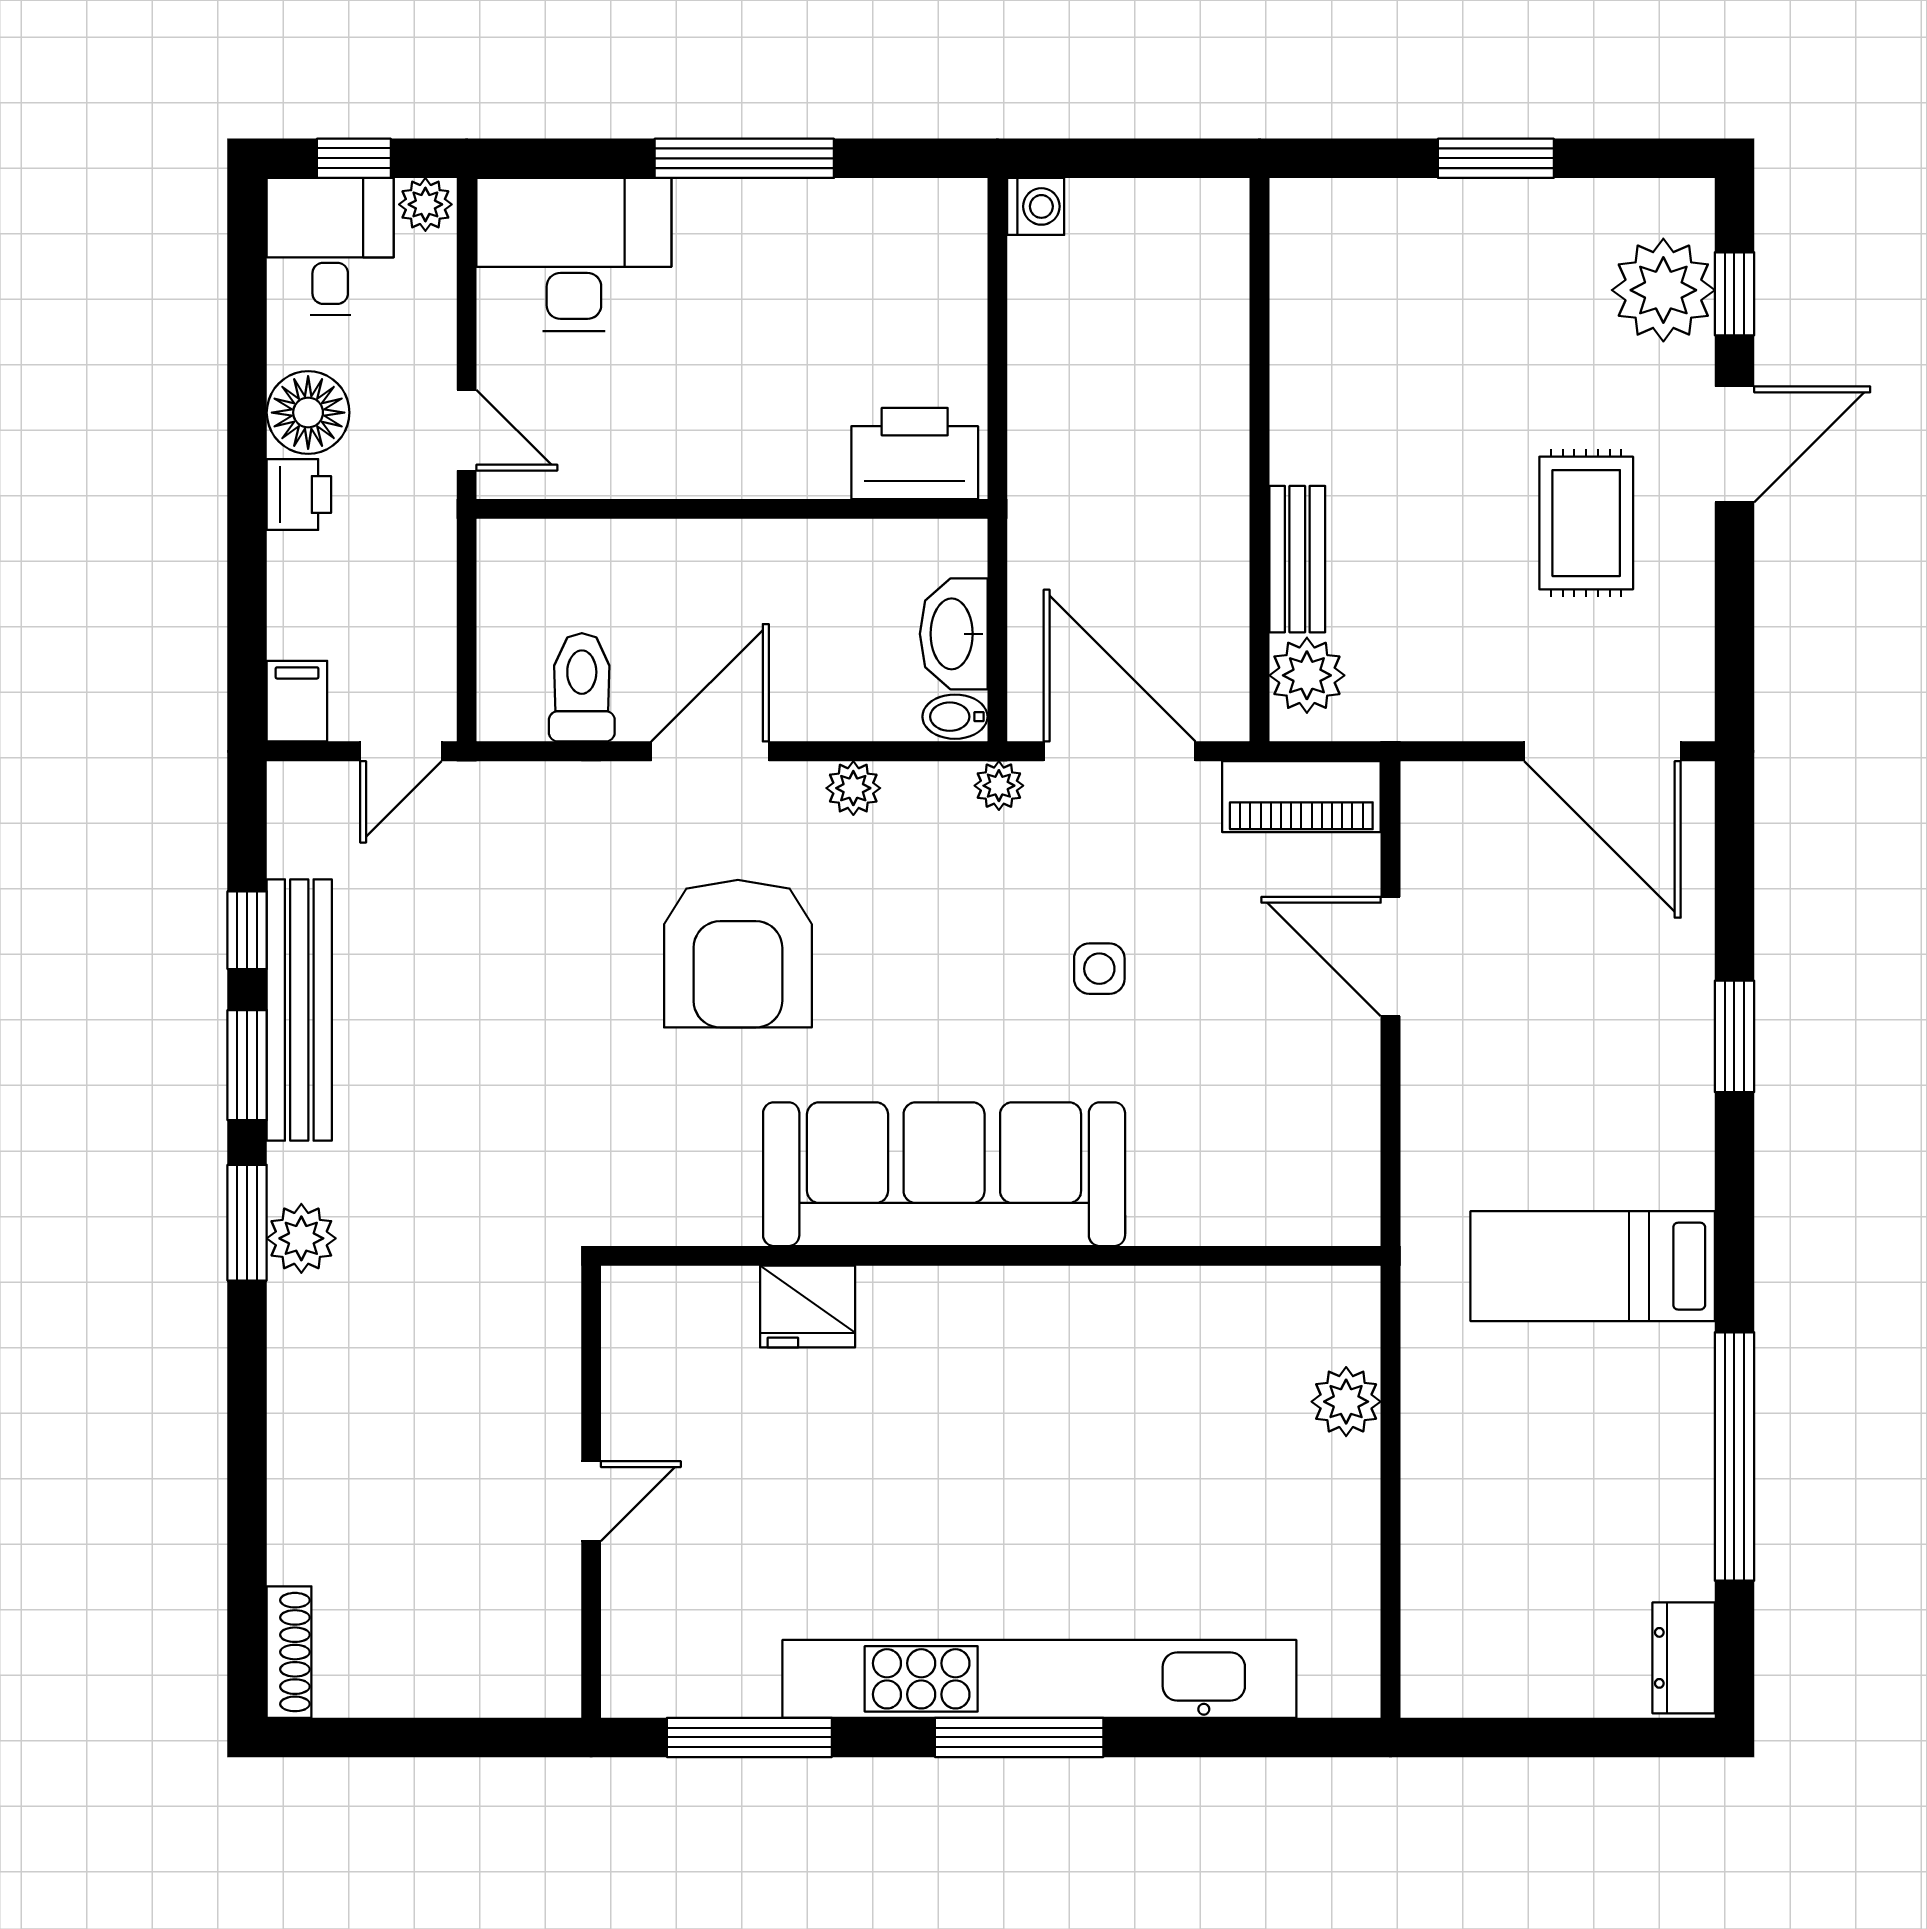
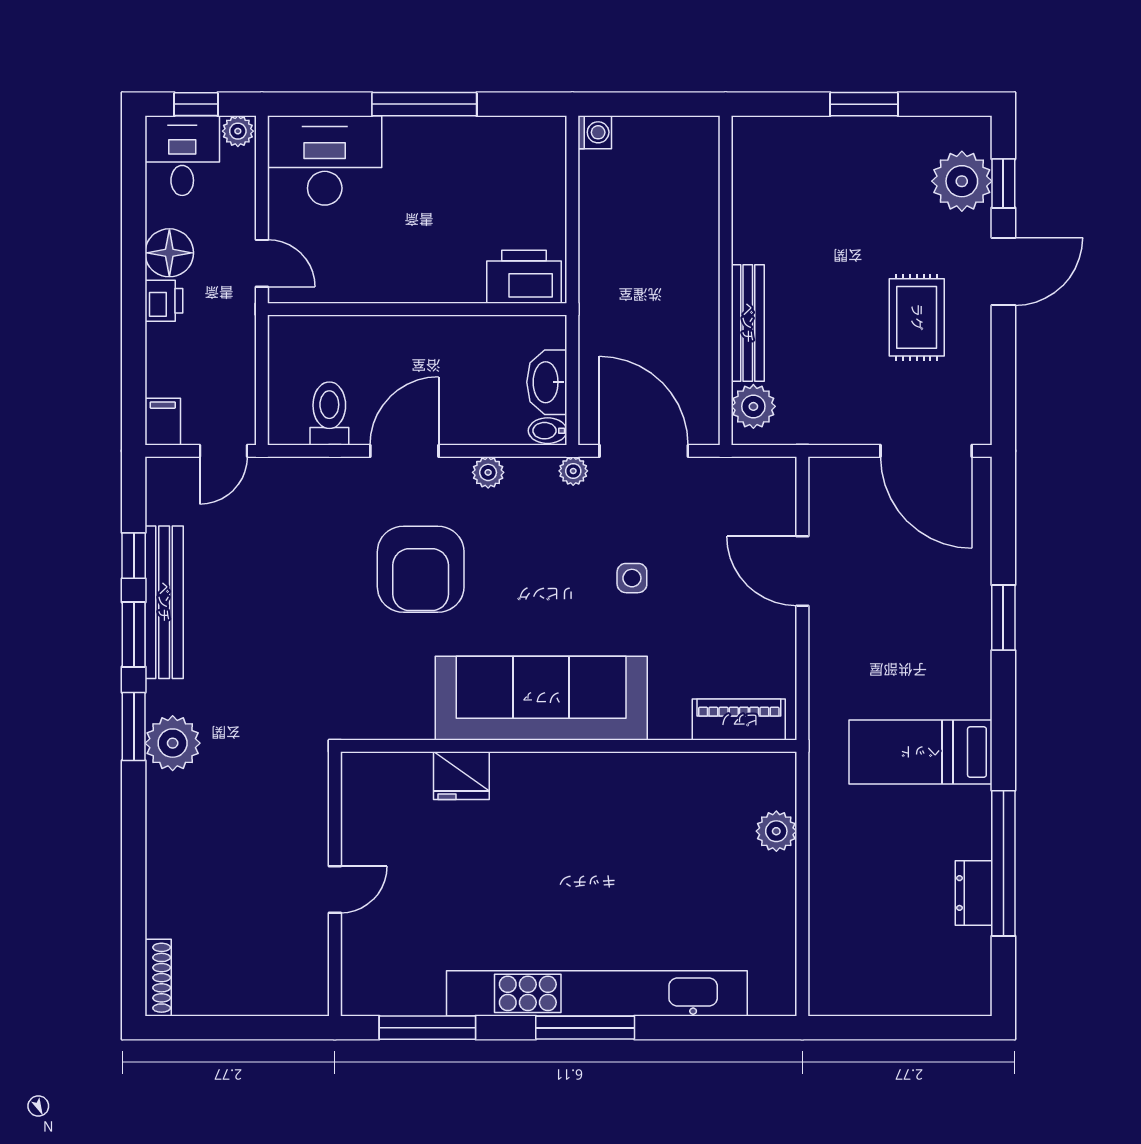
bench: (1297, 559) -> (748, 323), width x1.36
piano: (1301, 797) -> (739, 720), moved, turned 180
plant: (301, 1238) -> (173, 743), width x1.36, depth x1.36
dresser: (1684, 1658) -> (974, 893), moved

